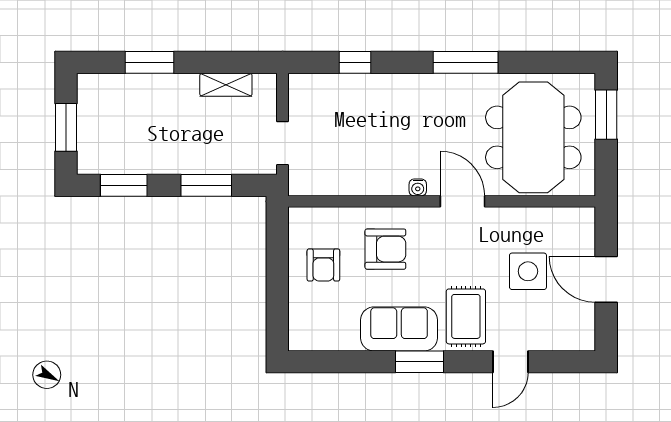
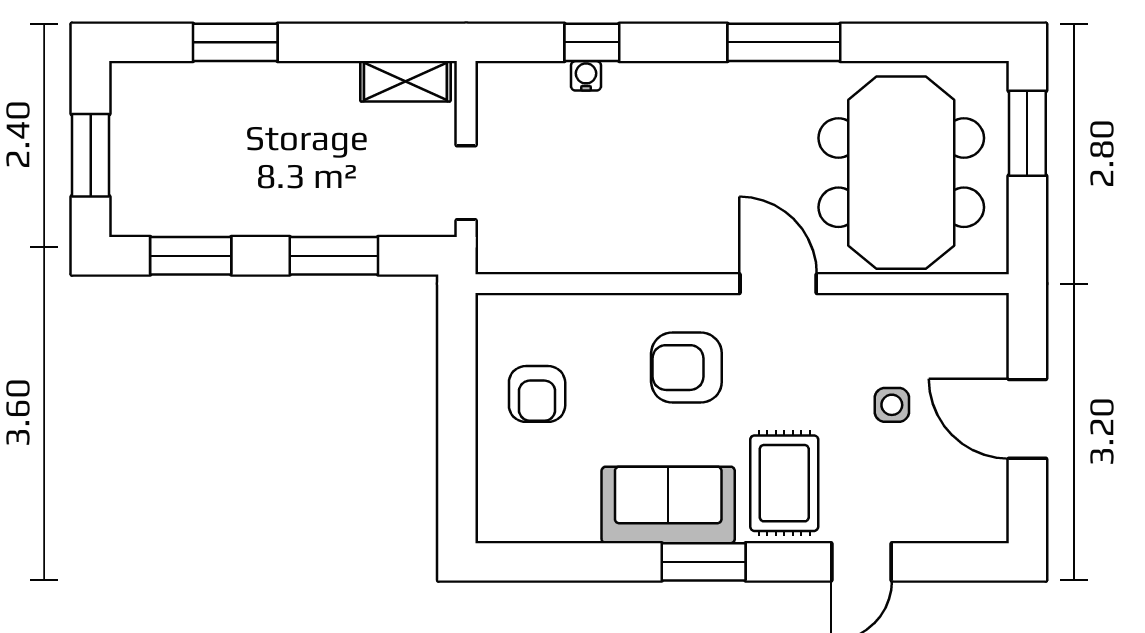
shelving: (226, 85) -> (405, 81), moved
water cooler: (418, 187) -> (586, 76), moved, turned 180
armchair: (385, 249) -> (686, 368), moved, turned 180
side table: (528, 271) -> (892, 405), width x0.54, depth x0.54

